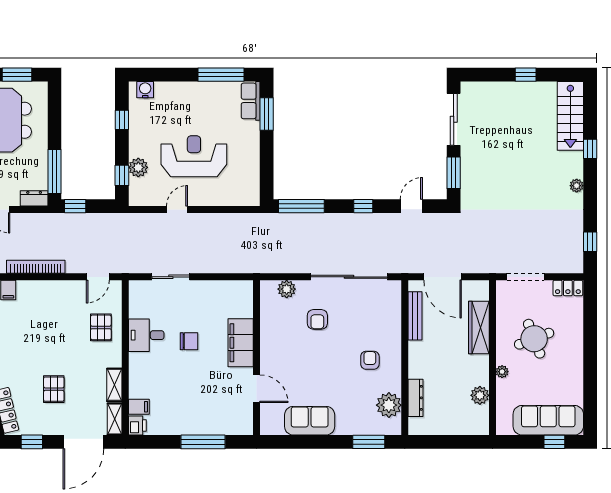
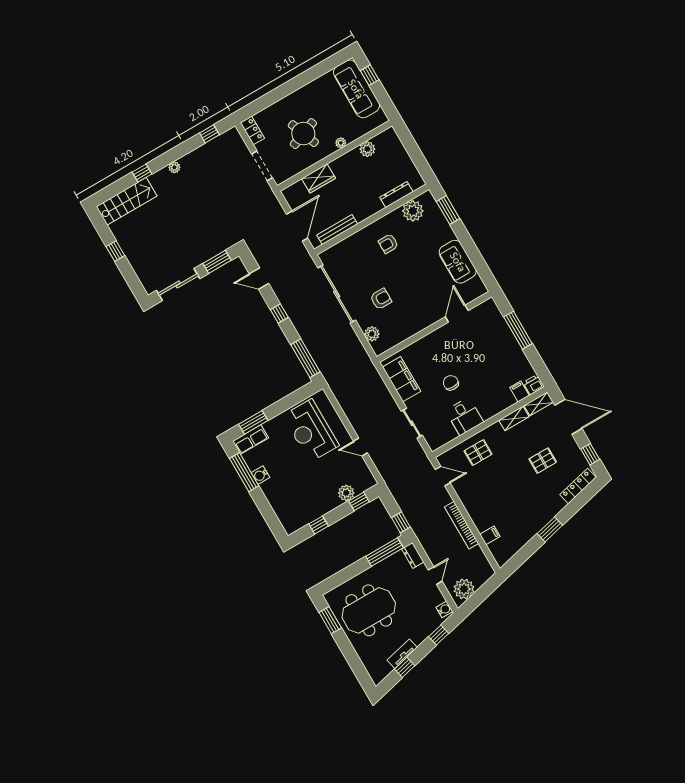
water cooler: (145, 90) -> (260, 475), moved
reception desk: (194, 156) -> (311, 430), moved
wardrobe: (479, 327) -> (319, 178), width x0.67
filing cabinet: (241, 343) -> (402, 379), moved, turned -90

